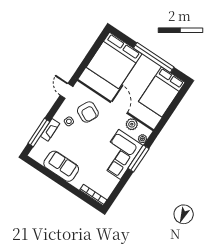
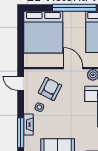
armchair: (88, 112) -> (50, 89), turned -90

